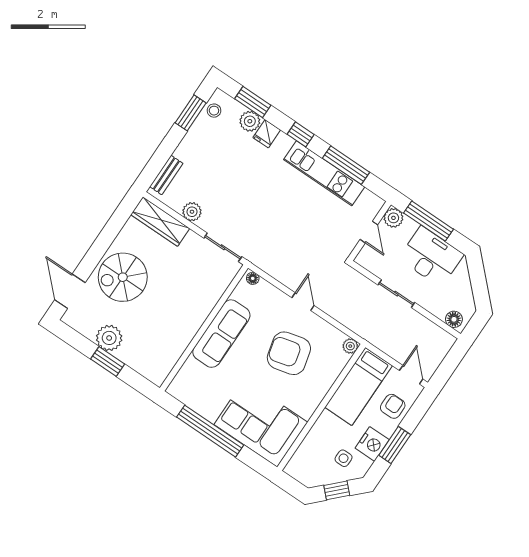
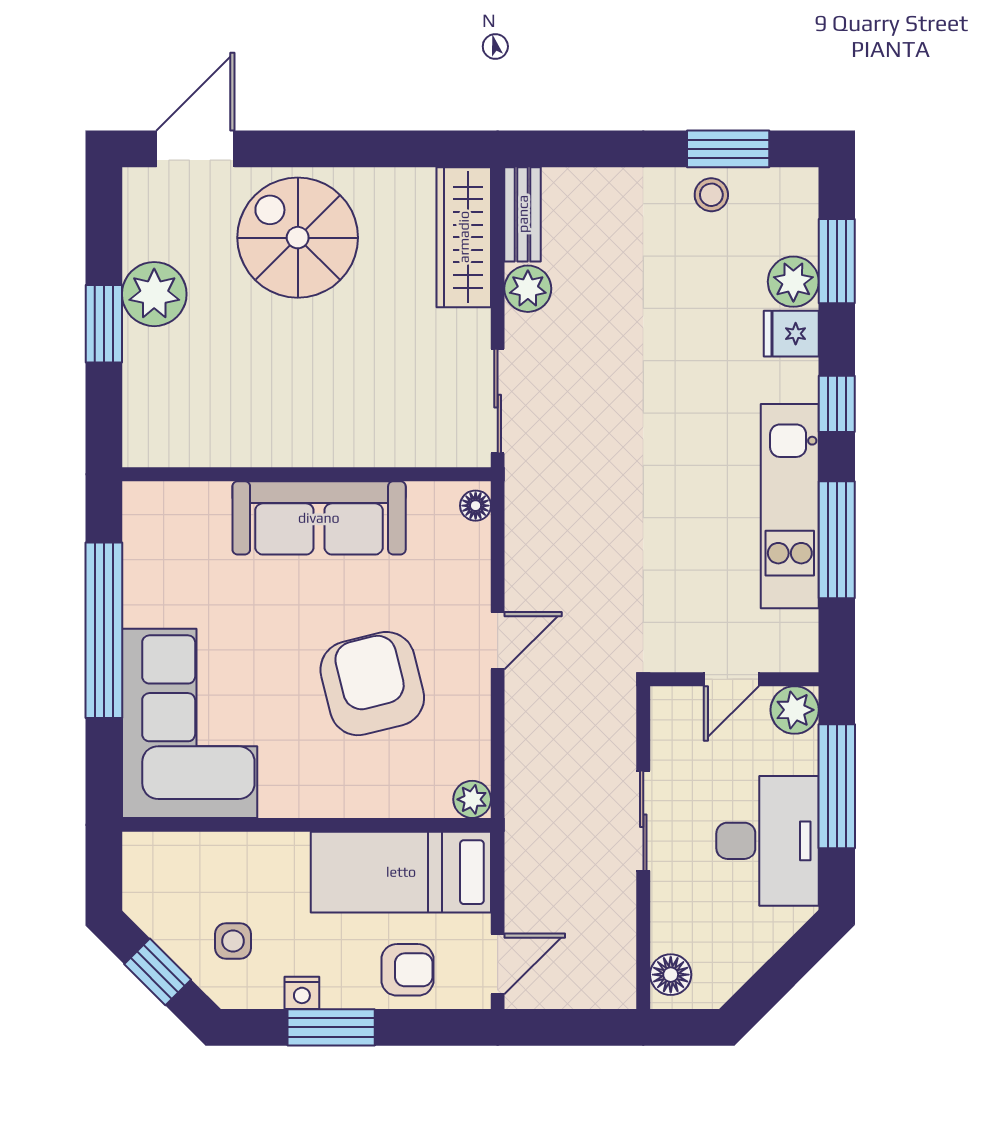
stool: (214, 111) -> (711, 195), moved
bench: (166, 175) -> (523, 214), moved, turned 90
nightstand: (372, 444) -> (302, 993), width x0.53, depth x0.56

